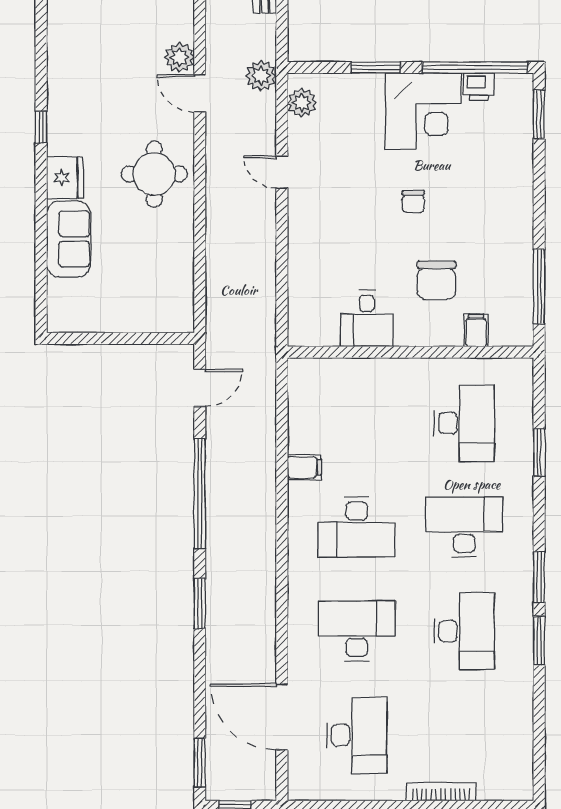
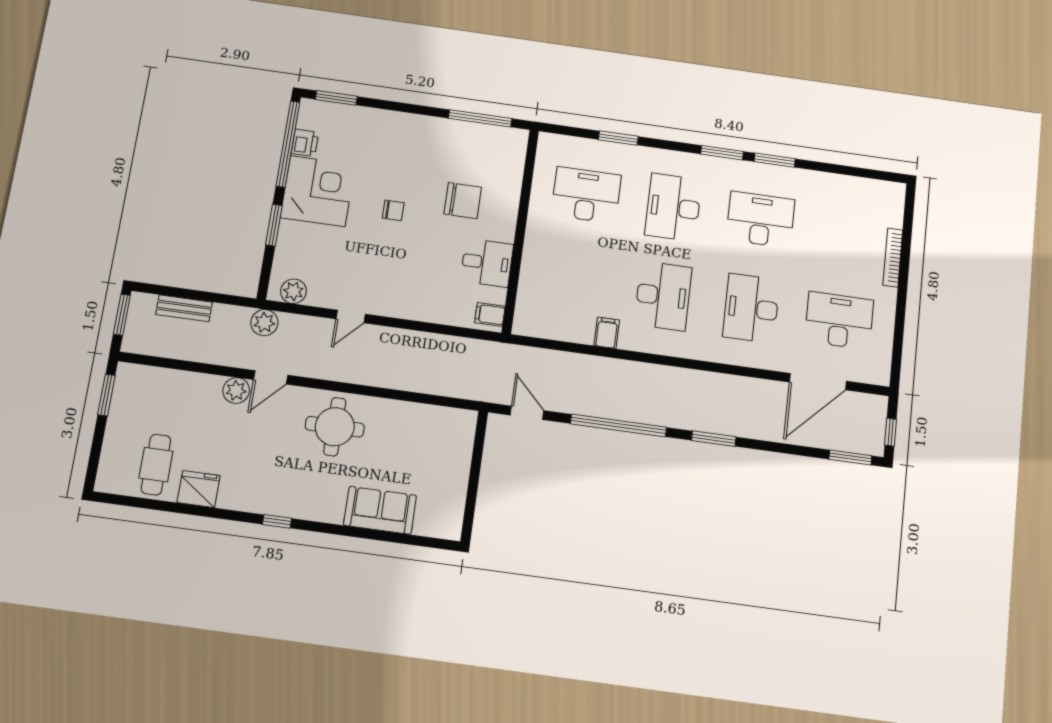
fridge: (65, 178) -> (199, 489), moved
filing cabinet: (476, 330) -> (490, 314), moved

